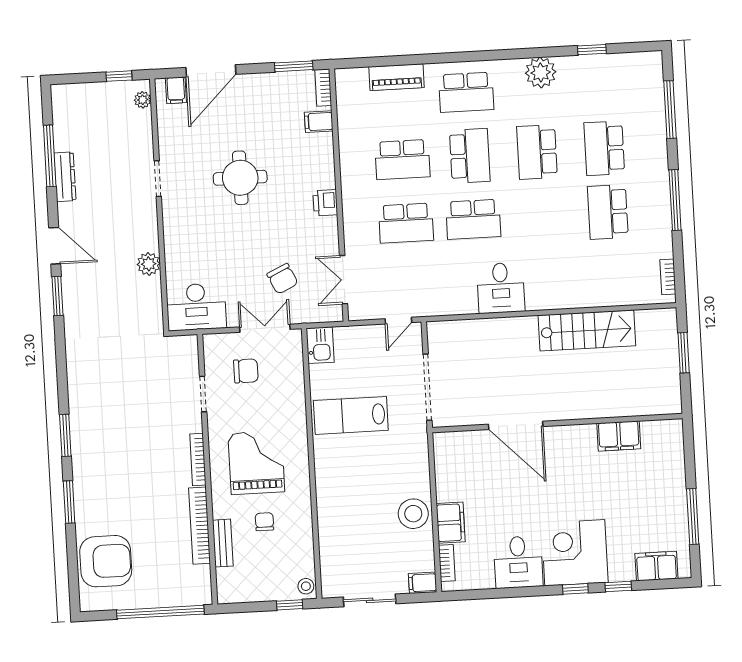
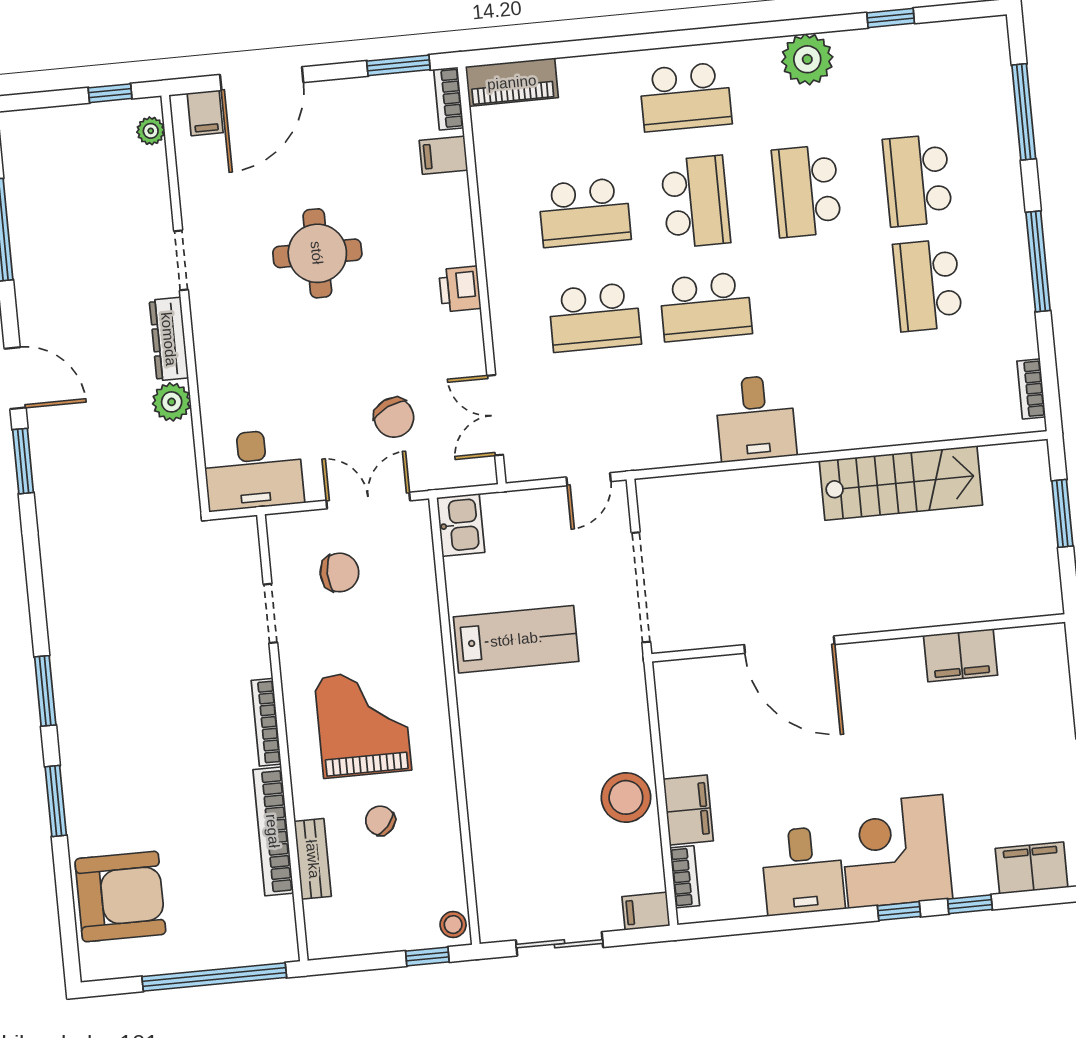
piano: (397, 77) -> (512, 82), moved
dresser: (65, 177) -> (169, 339), moved, turned 180
lab bench: (351, 415) -> (516, 639), turned 180
chair: (264, 522) -> (380, 821), turned -49

